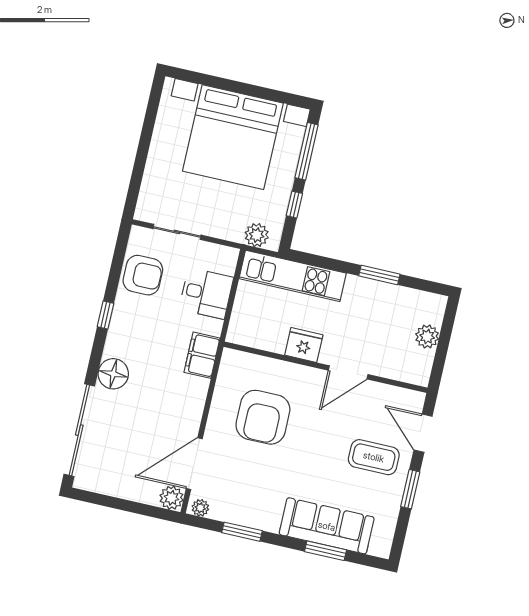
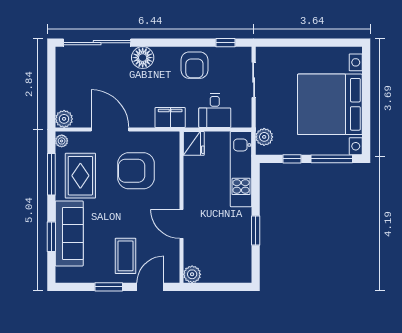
armchair: (143, 275) -> (194, 65), moved
window: (105, 315) -> (226, 43), moved
plant: (427, 337) -> (192, 274), moved
fridge: (304, 345) -> (194, 143), moved
door: (194, 464) -> (110, 129), moved
rug: (253, 493) -> (80, 176), added
window: (242, 532) -> (51, 174), width x1.44

